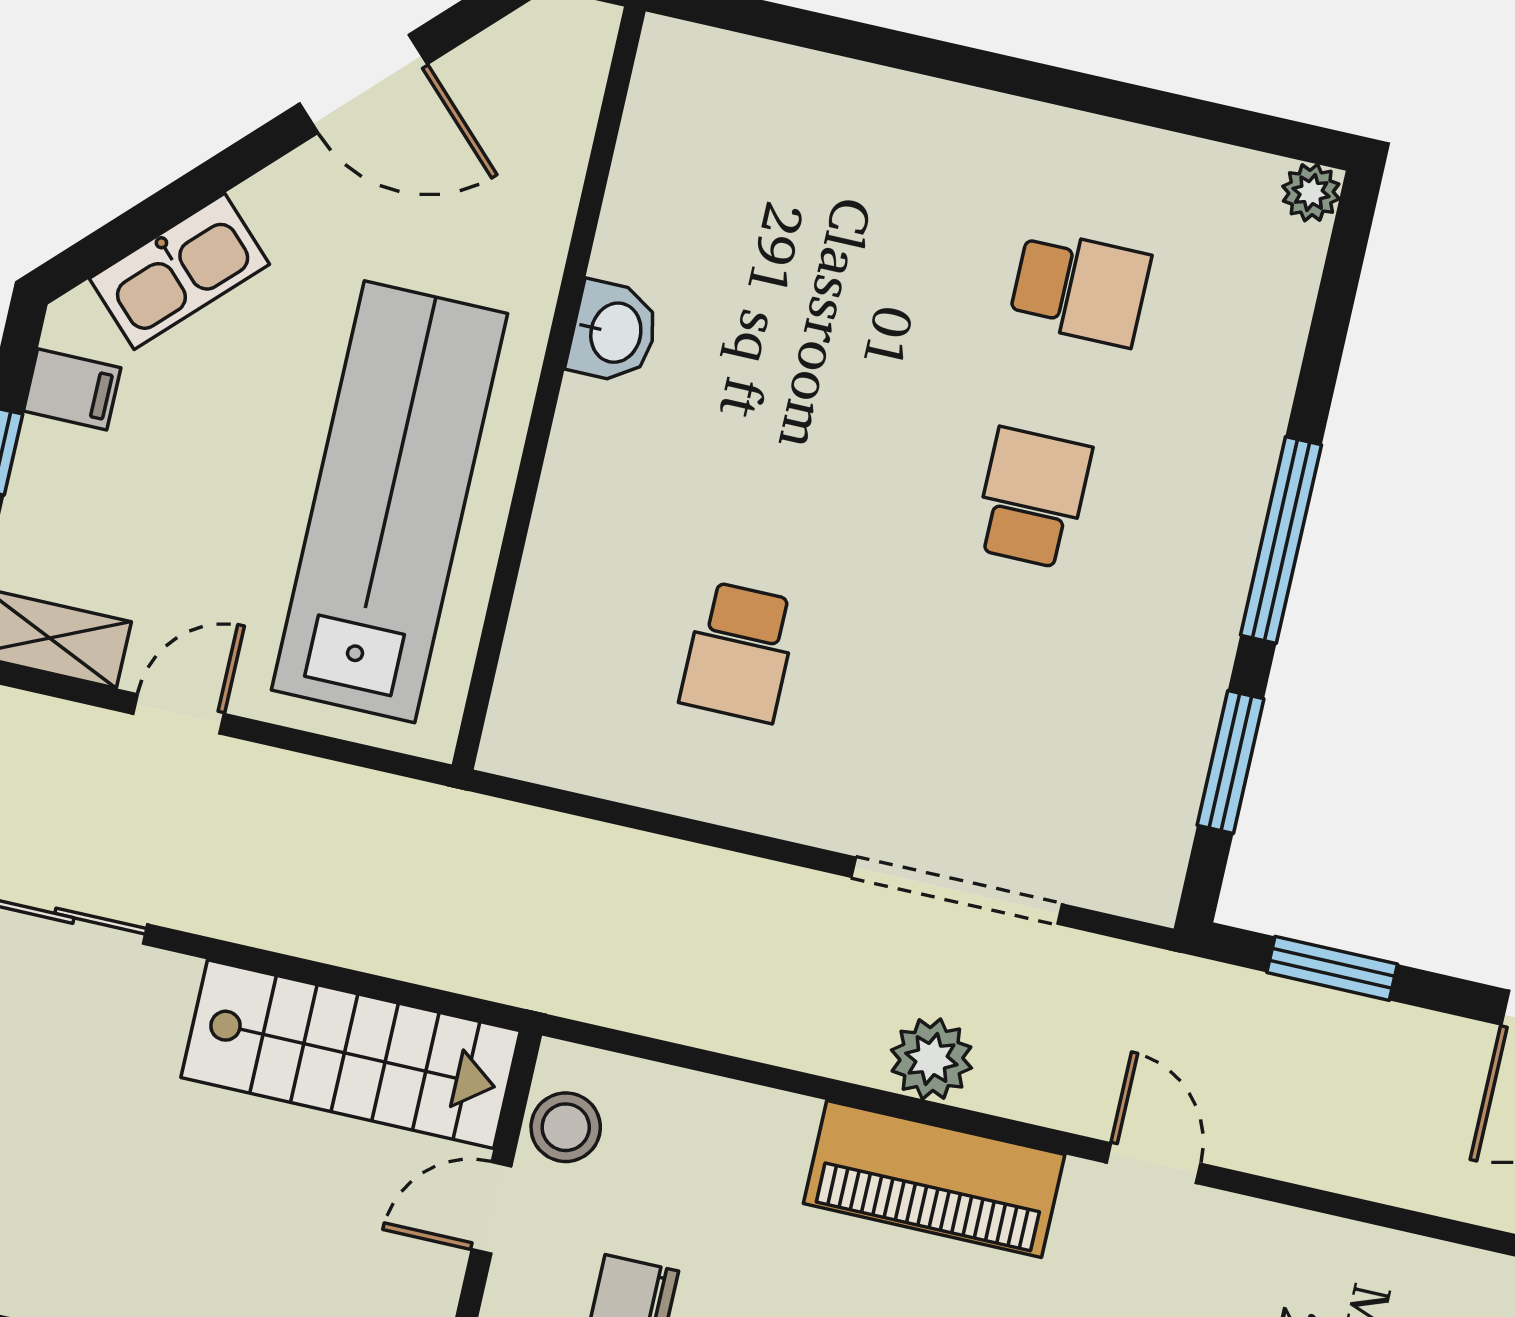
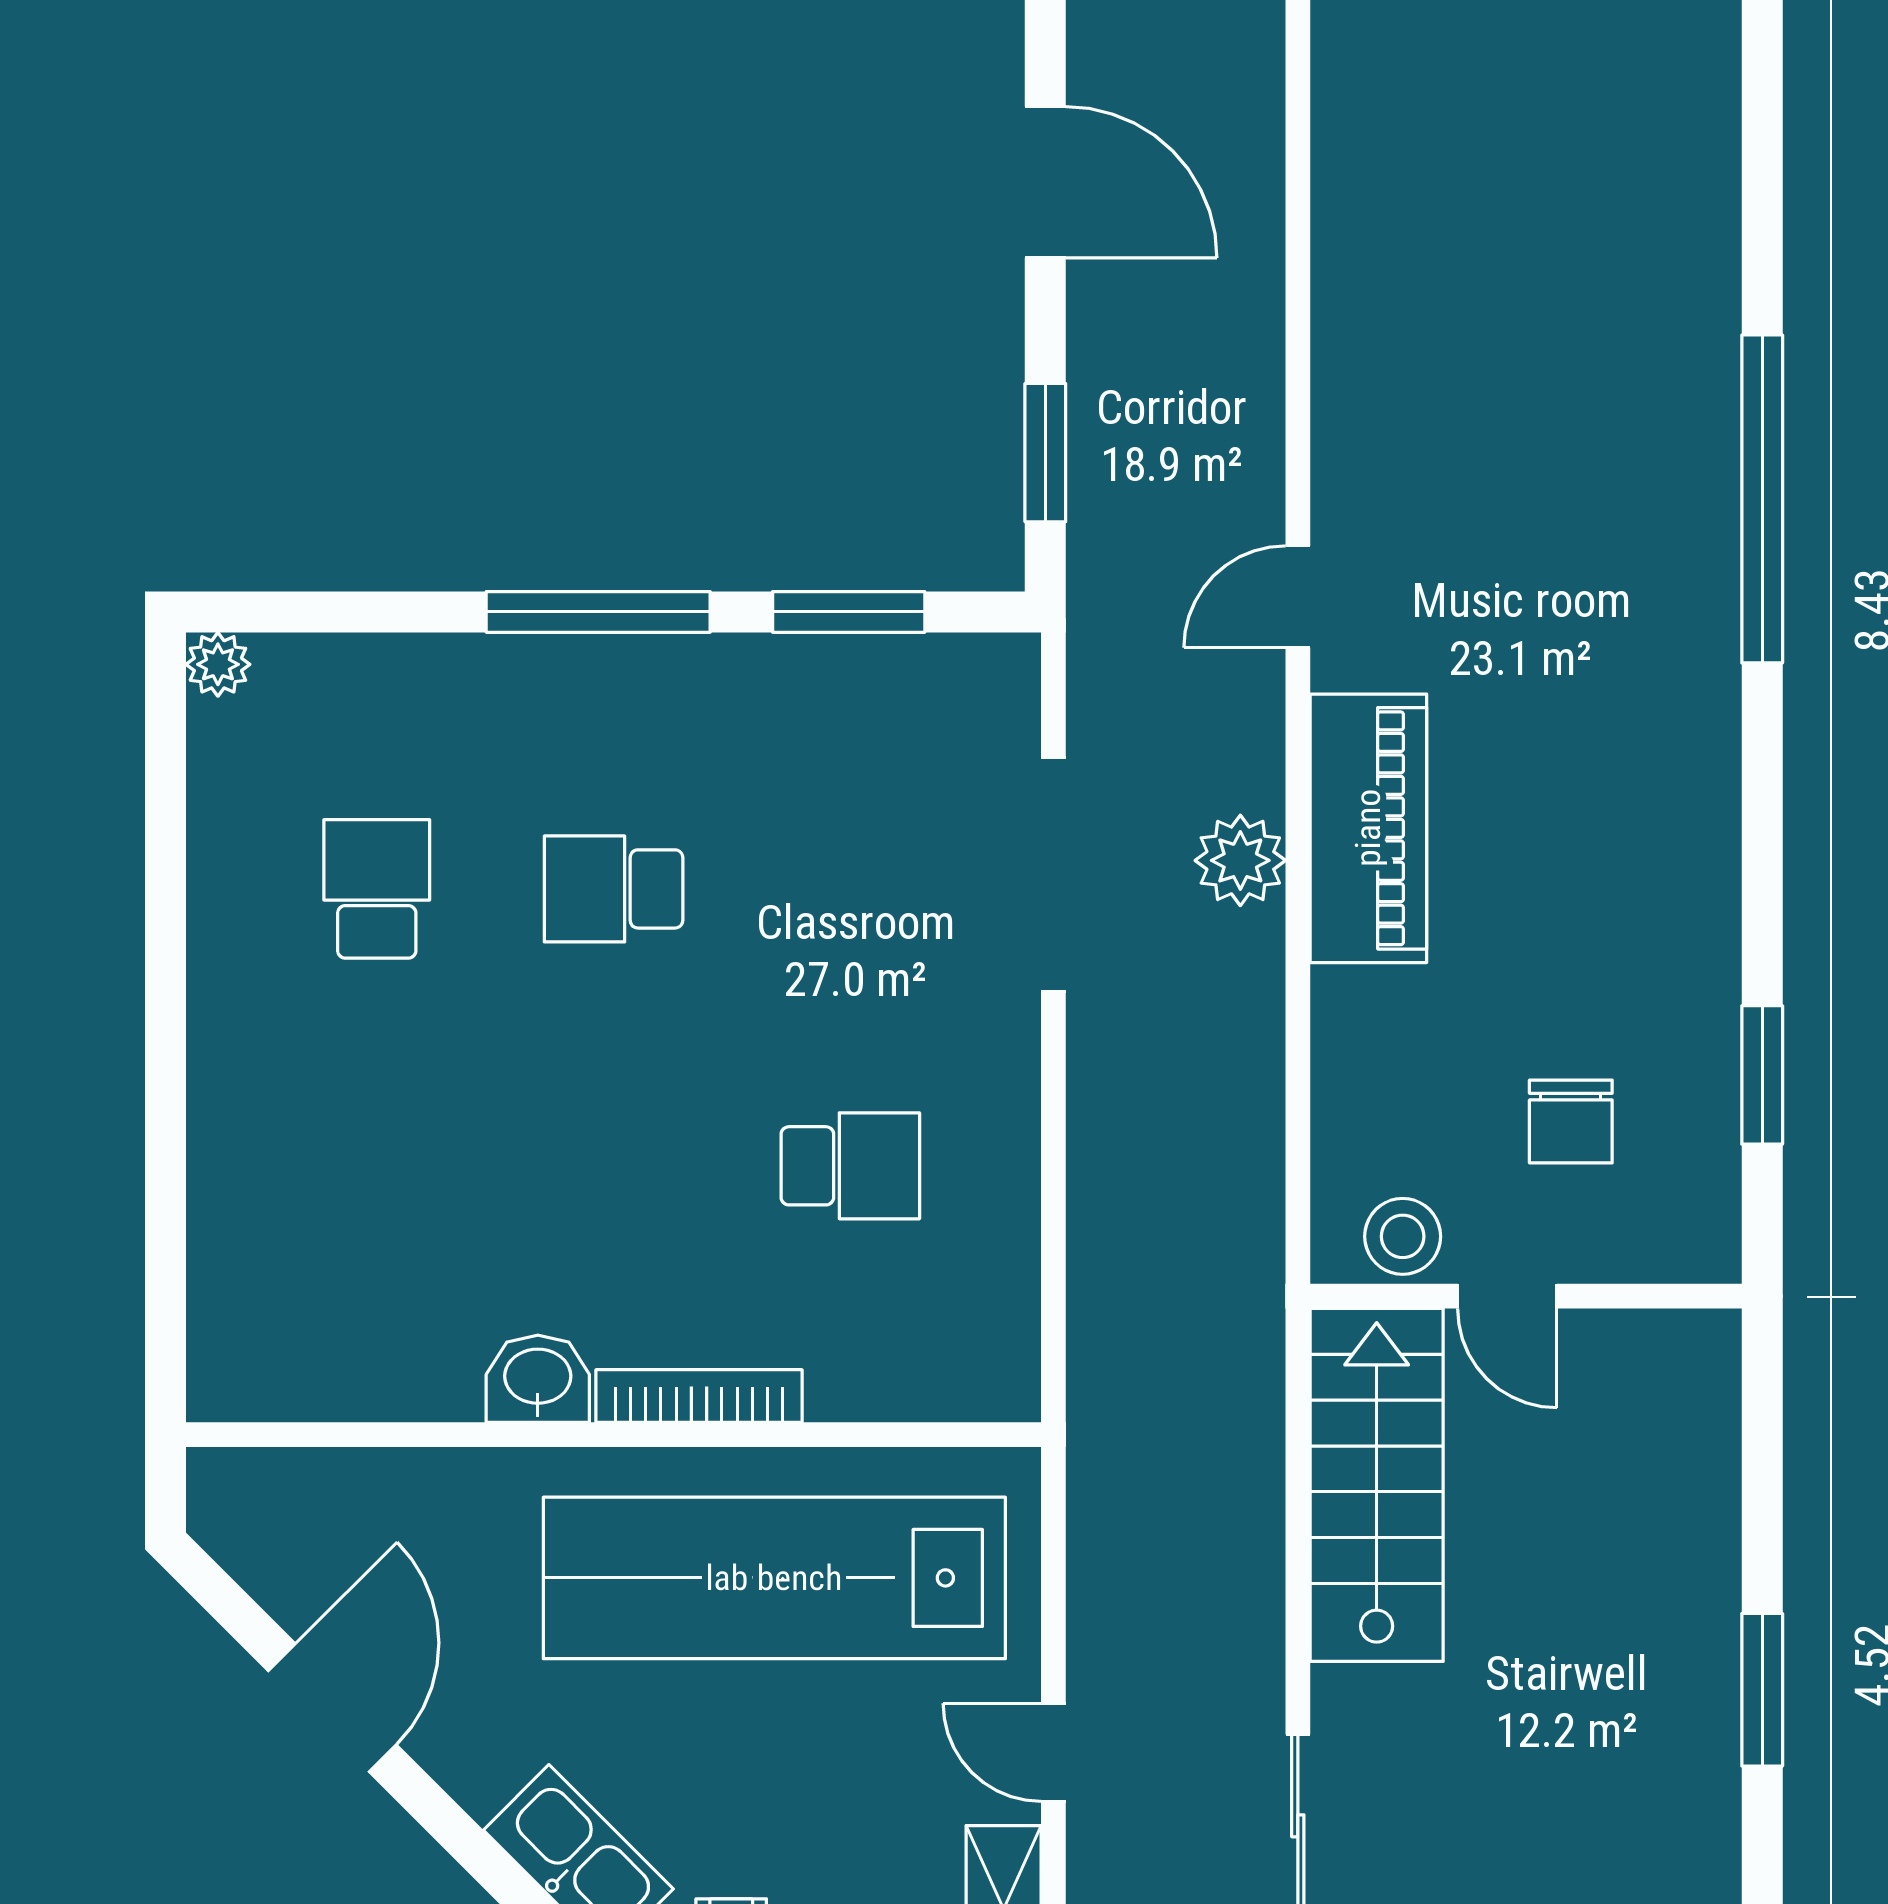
bookcase: (566, 471) -> (699, 1396), added

